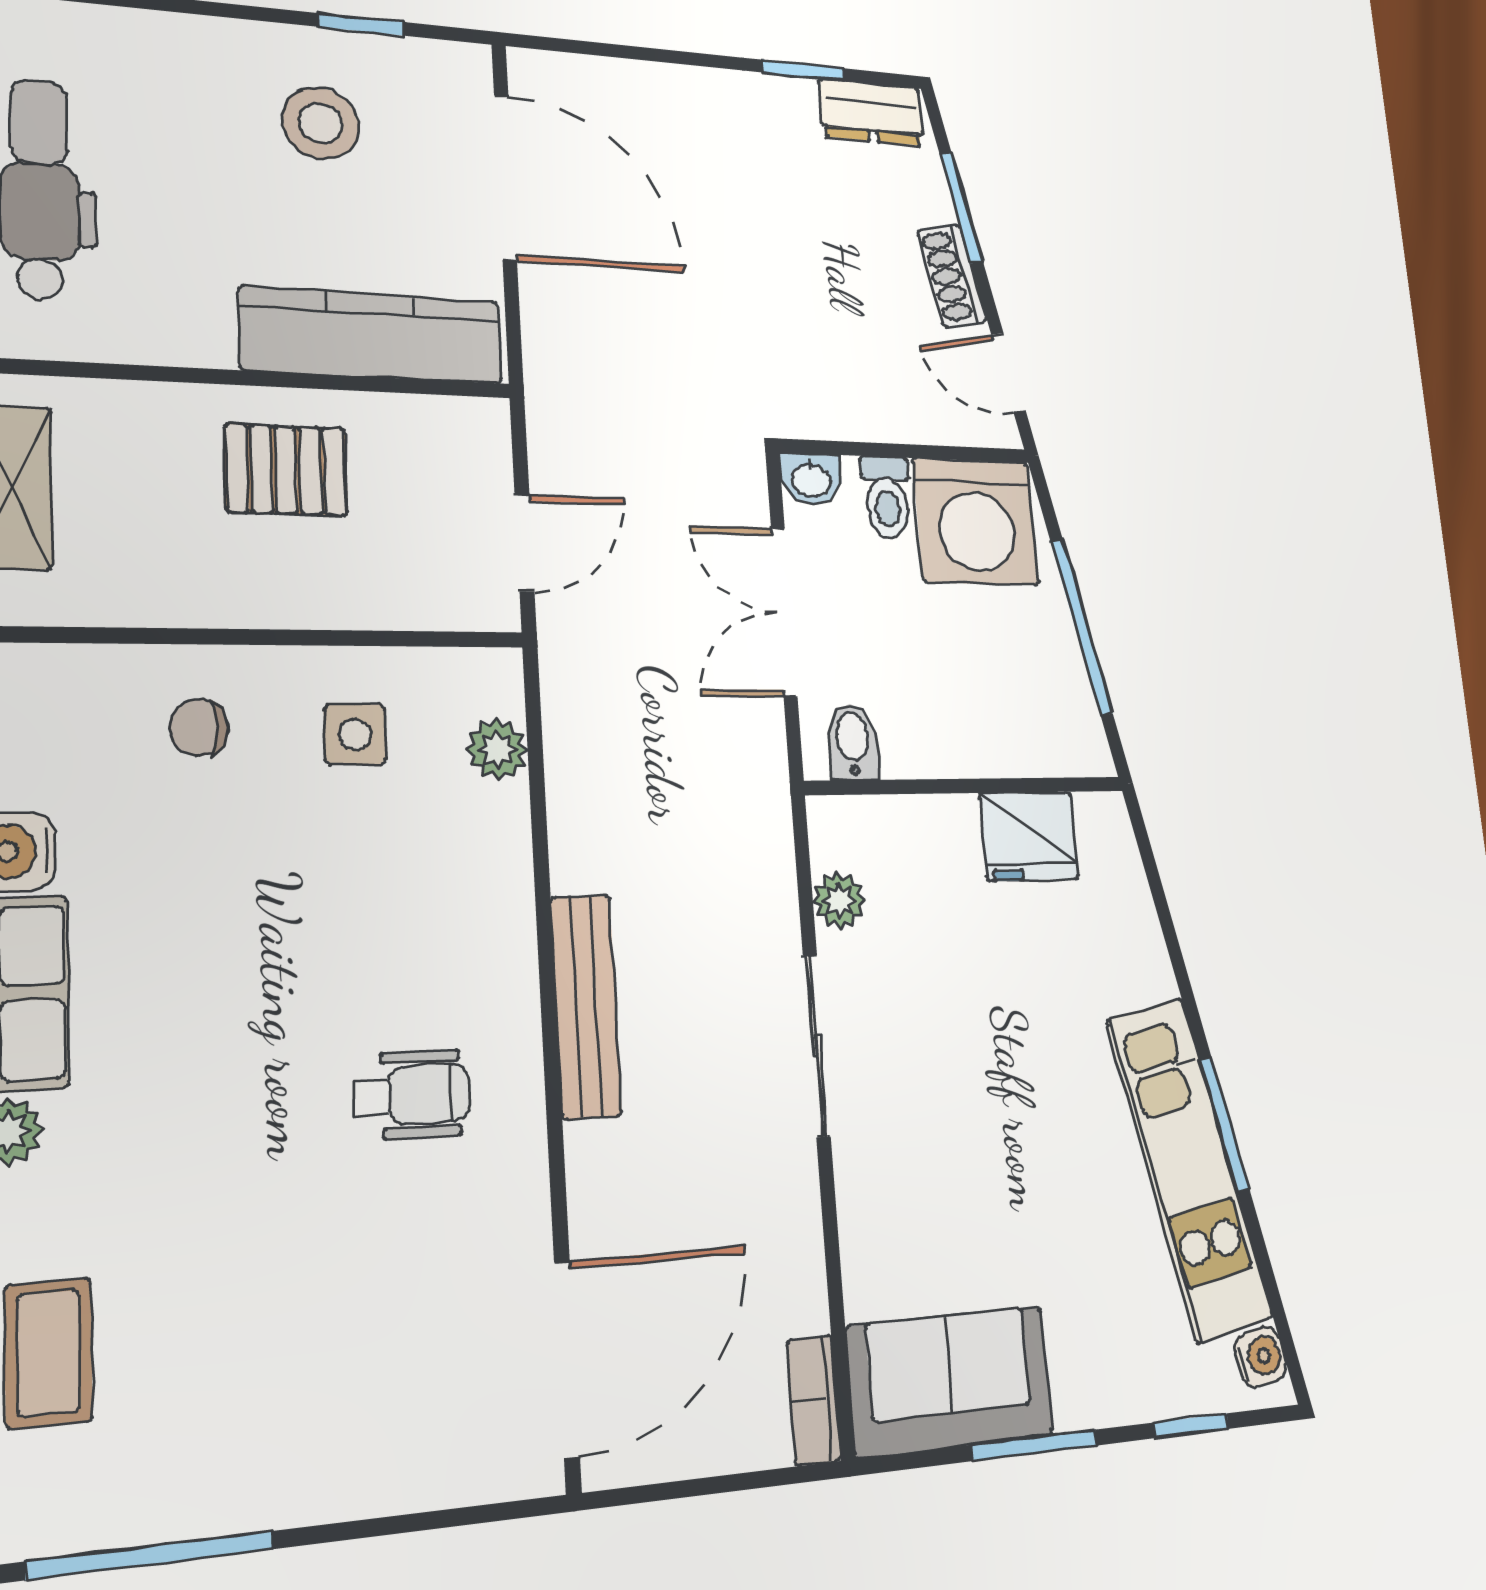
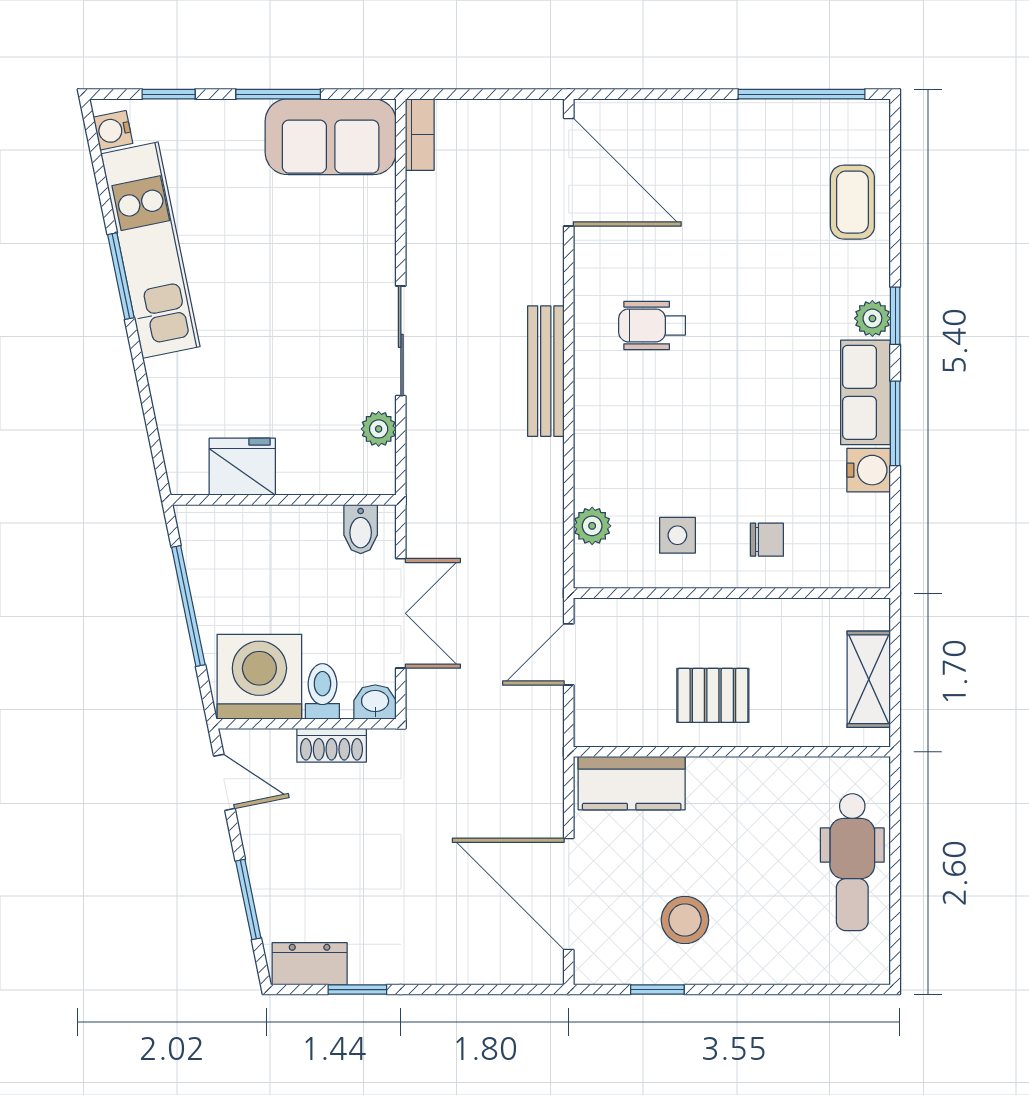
shoe rack: (952, 276) -> (332, 745), moved, turned 102
kitchen counter: (372, 335) -> (632, 783), width x0.67
door: (567, 1359) -> (569, 172), swing flipped

